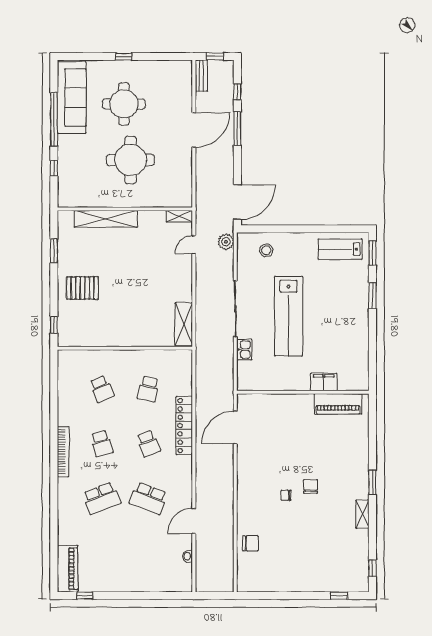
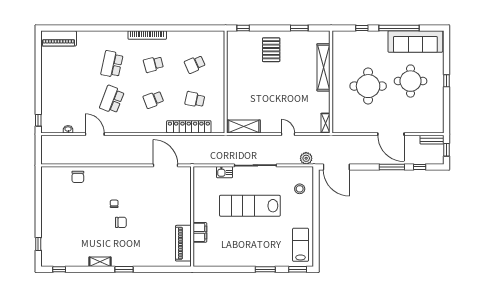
door: (194, 245) -> (288, 134), moved
locker: (184, 426) -> (189, 127), moved
school desk: (102, 498) -> (112, 64), turned 33
window: (85, 596) -> (38, 120), moved

